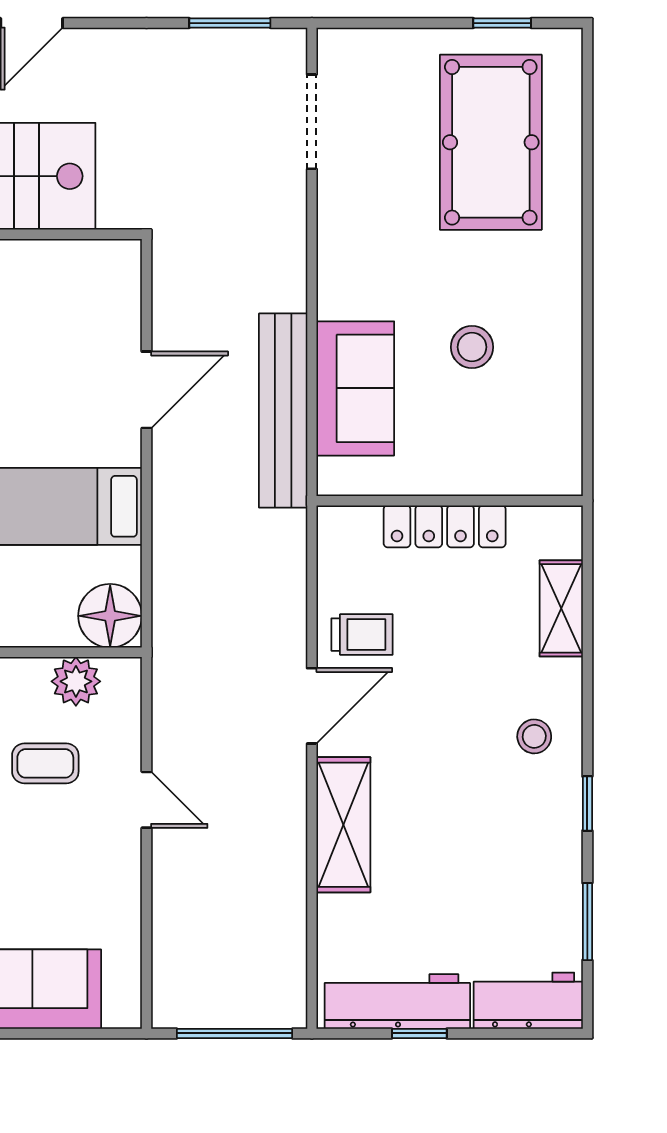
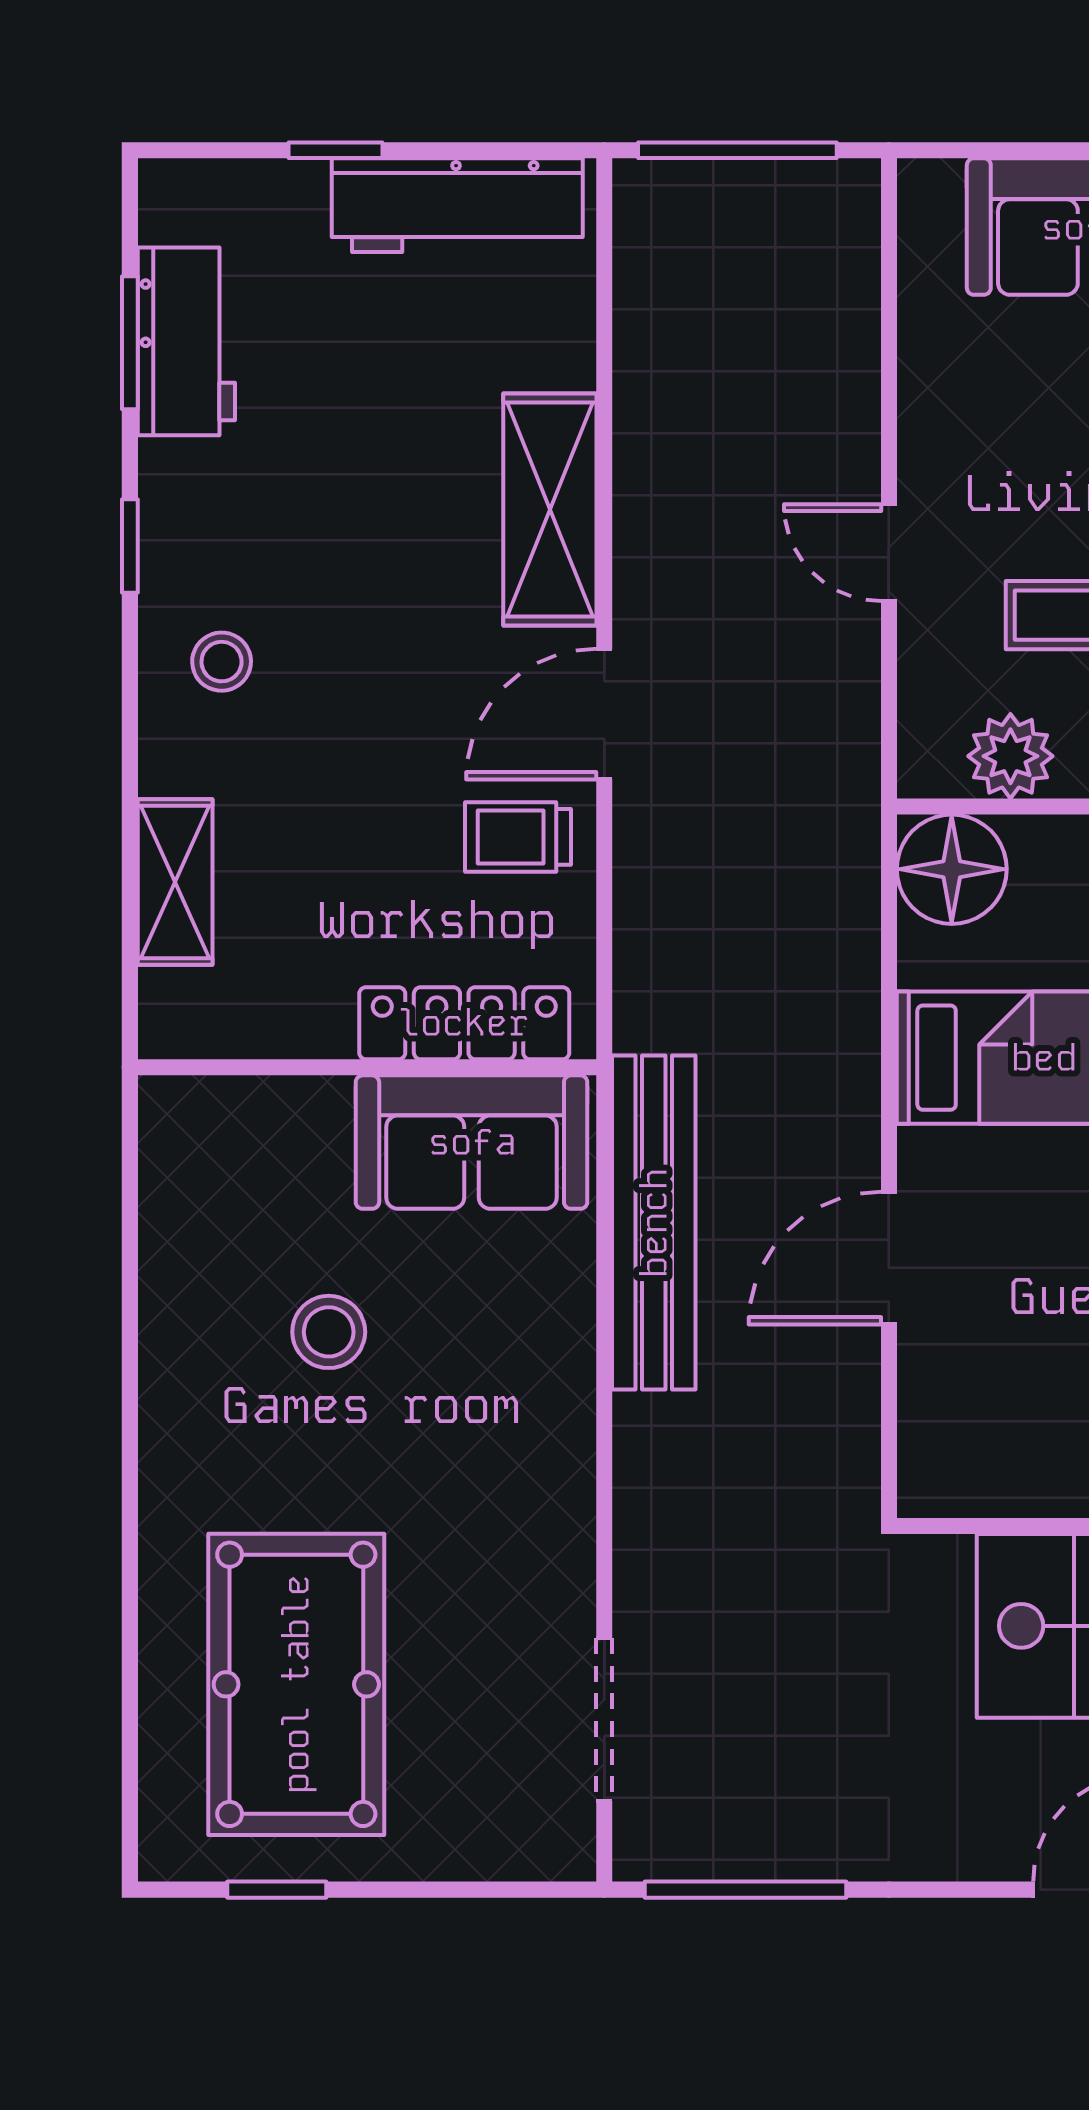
window: (230, 23) -> (746, 1890), width x1.44
sofa: (355, 388) -> (472, 1142), moved, turned -90
locker: (445, 526) -> (464, 1023), moved
workbench: (528, 1001) -> (186, 341), moved, turned -90
window: (419, 1033) -> (335, 150), moved

